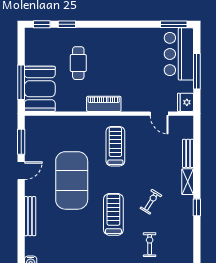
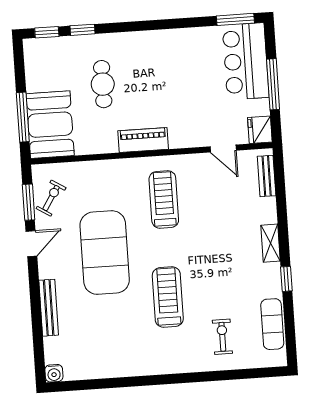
bench: (188, 153) -> (267, 176), moved
exercise bike: (151, 202) -> (51, 198), moved
exercise mat: (185, 238) -> (272, 324), added

